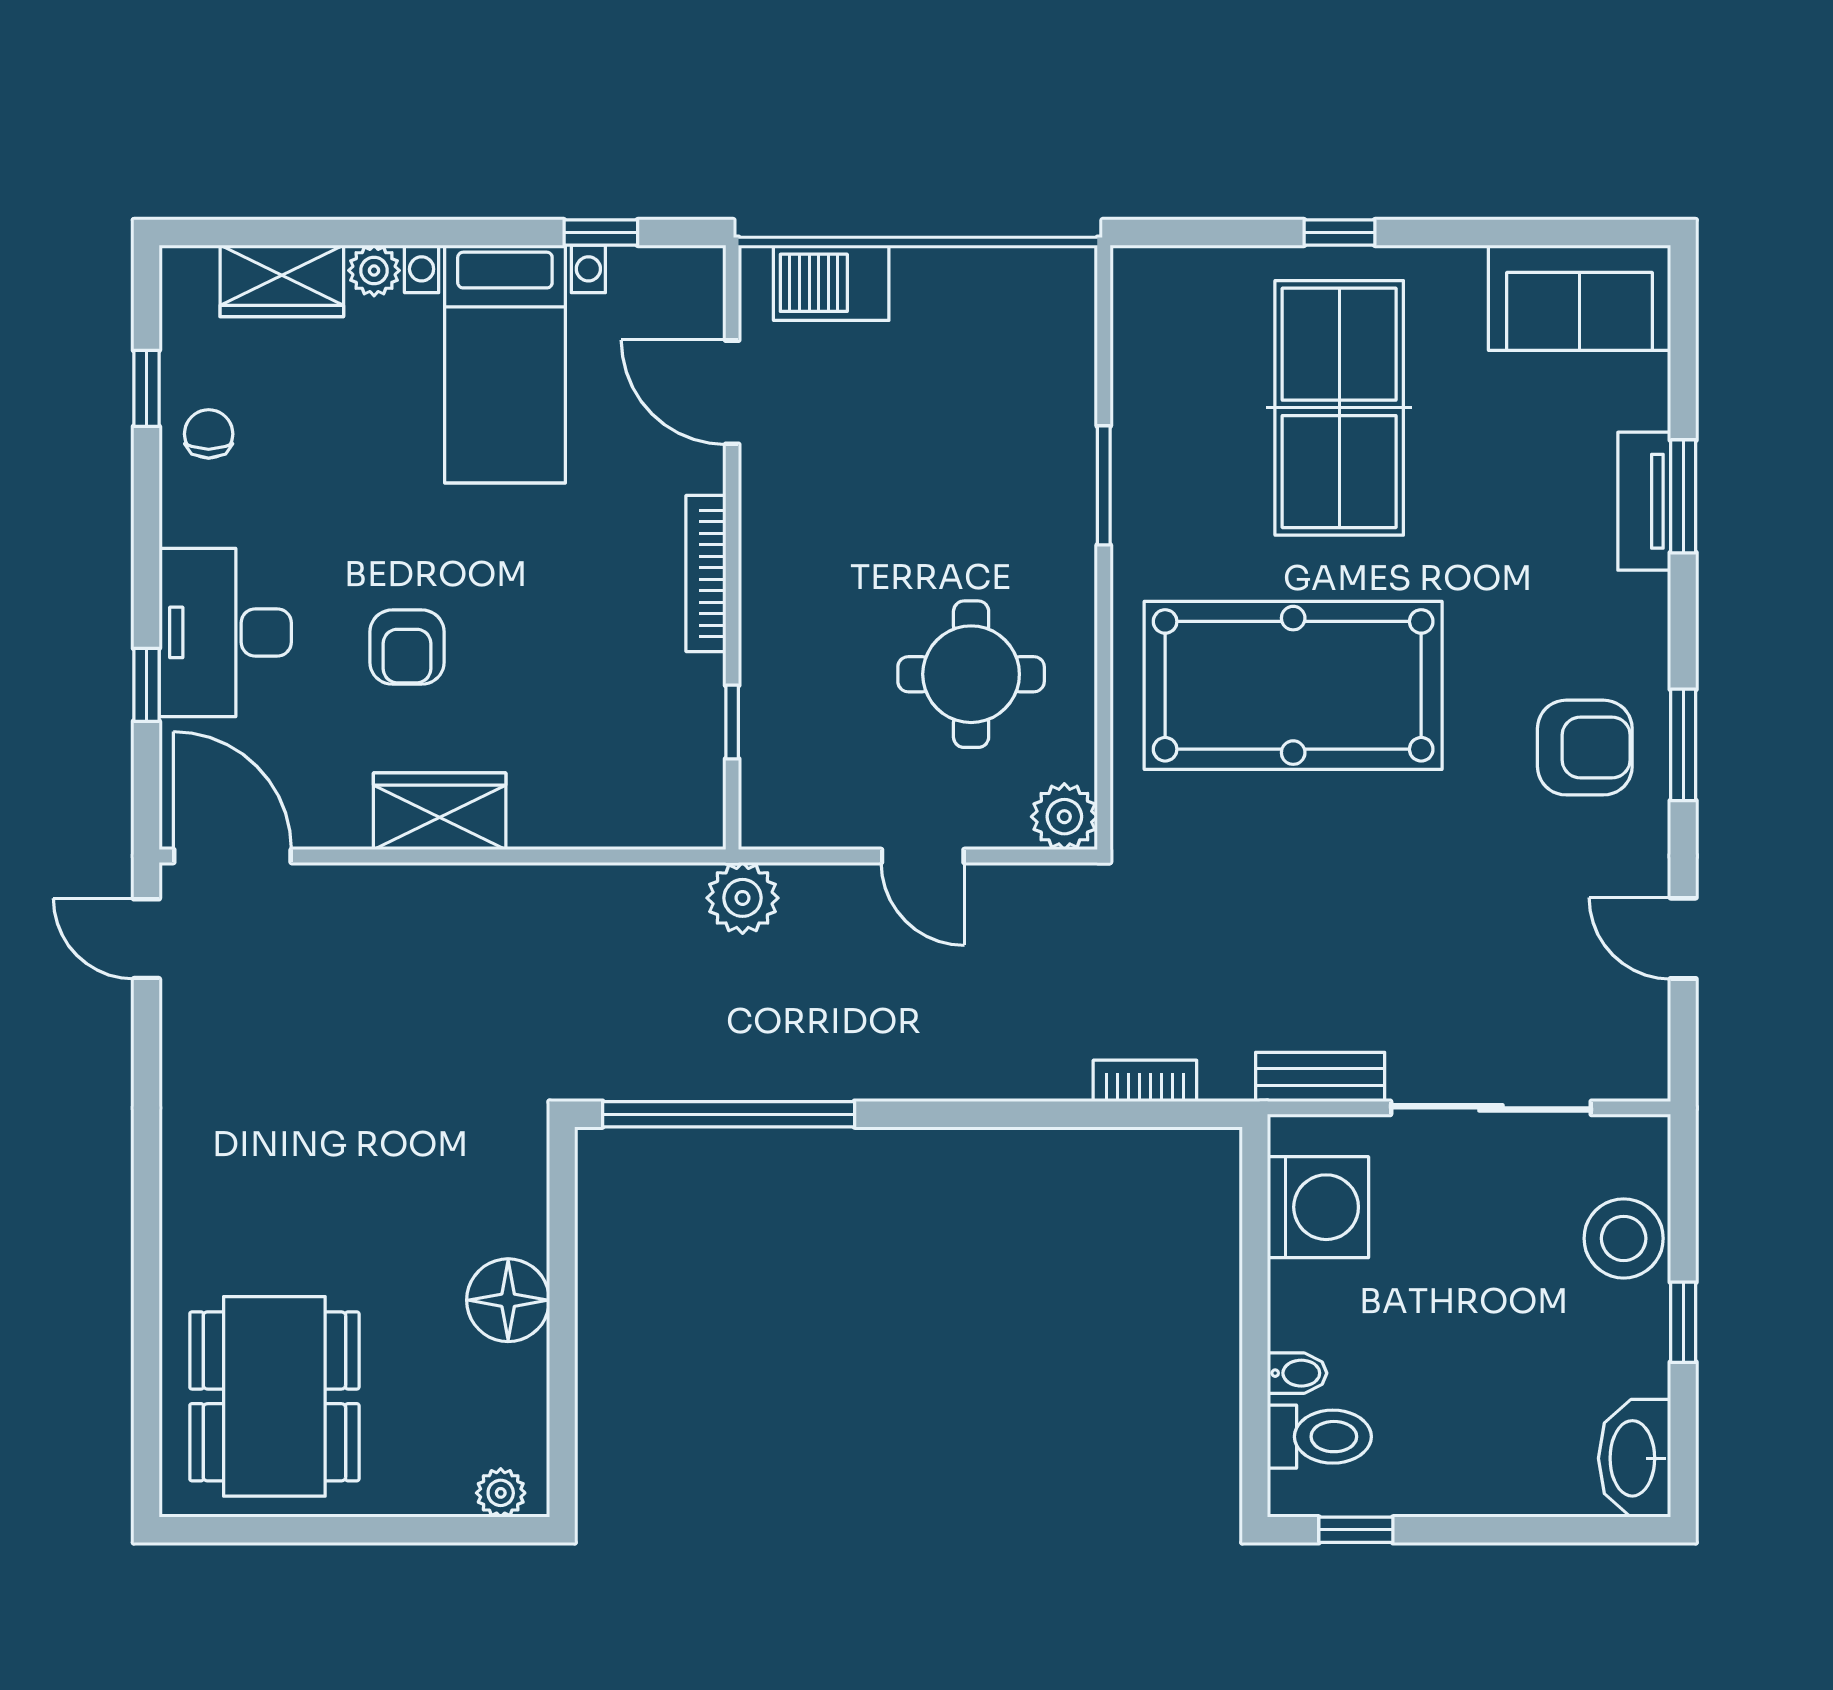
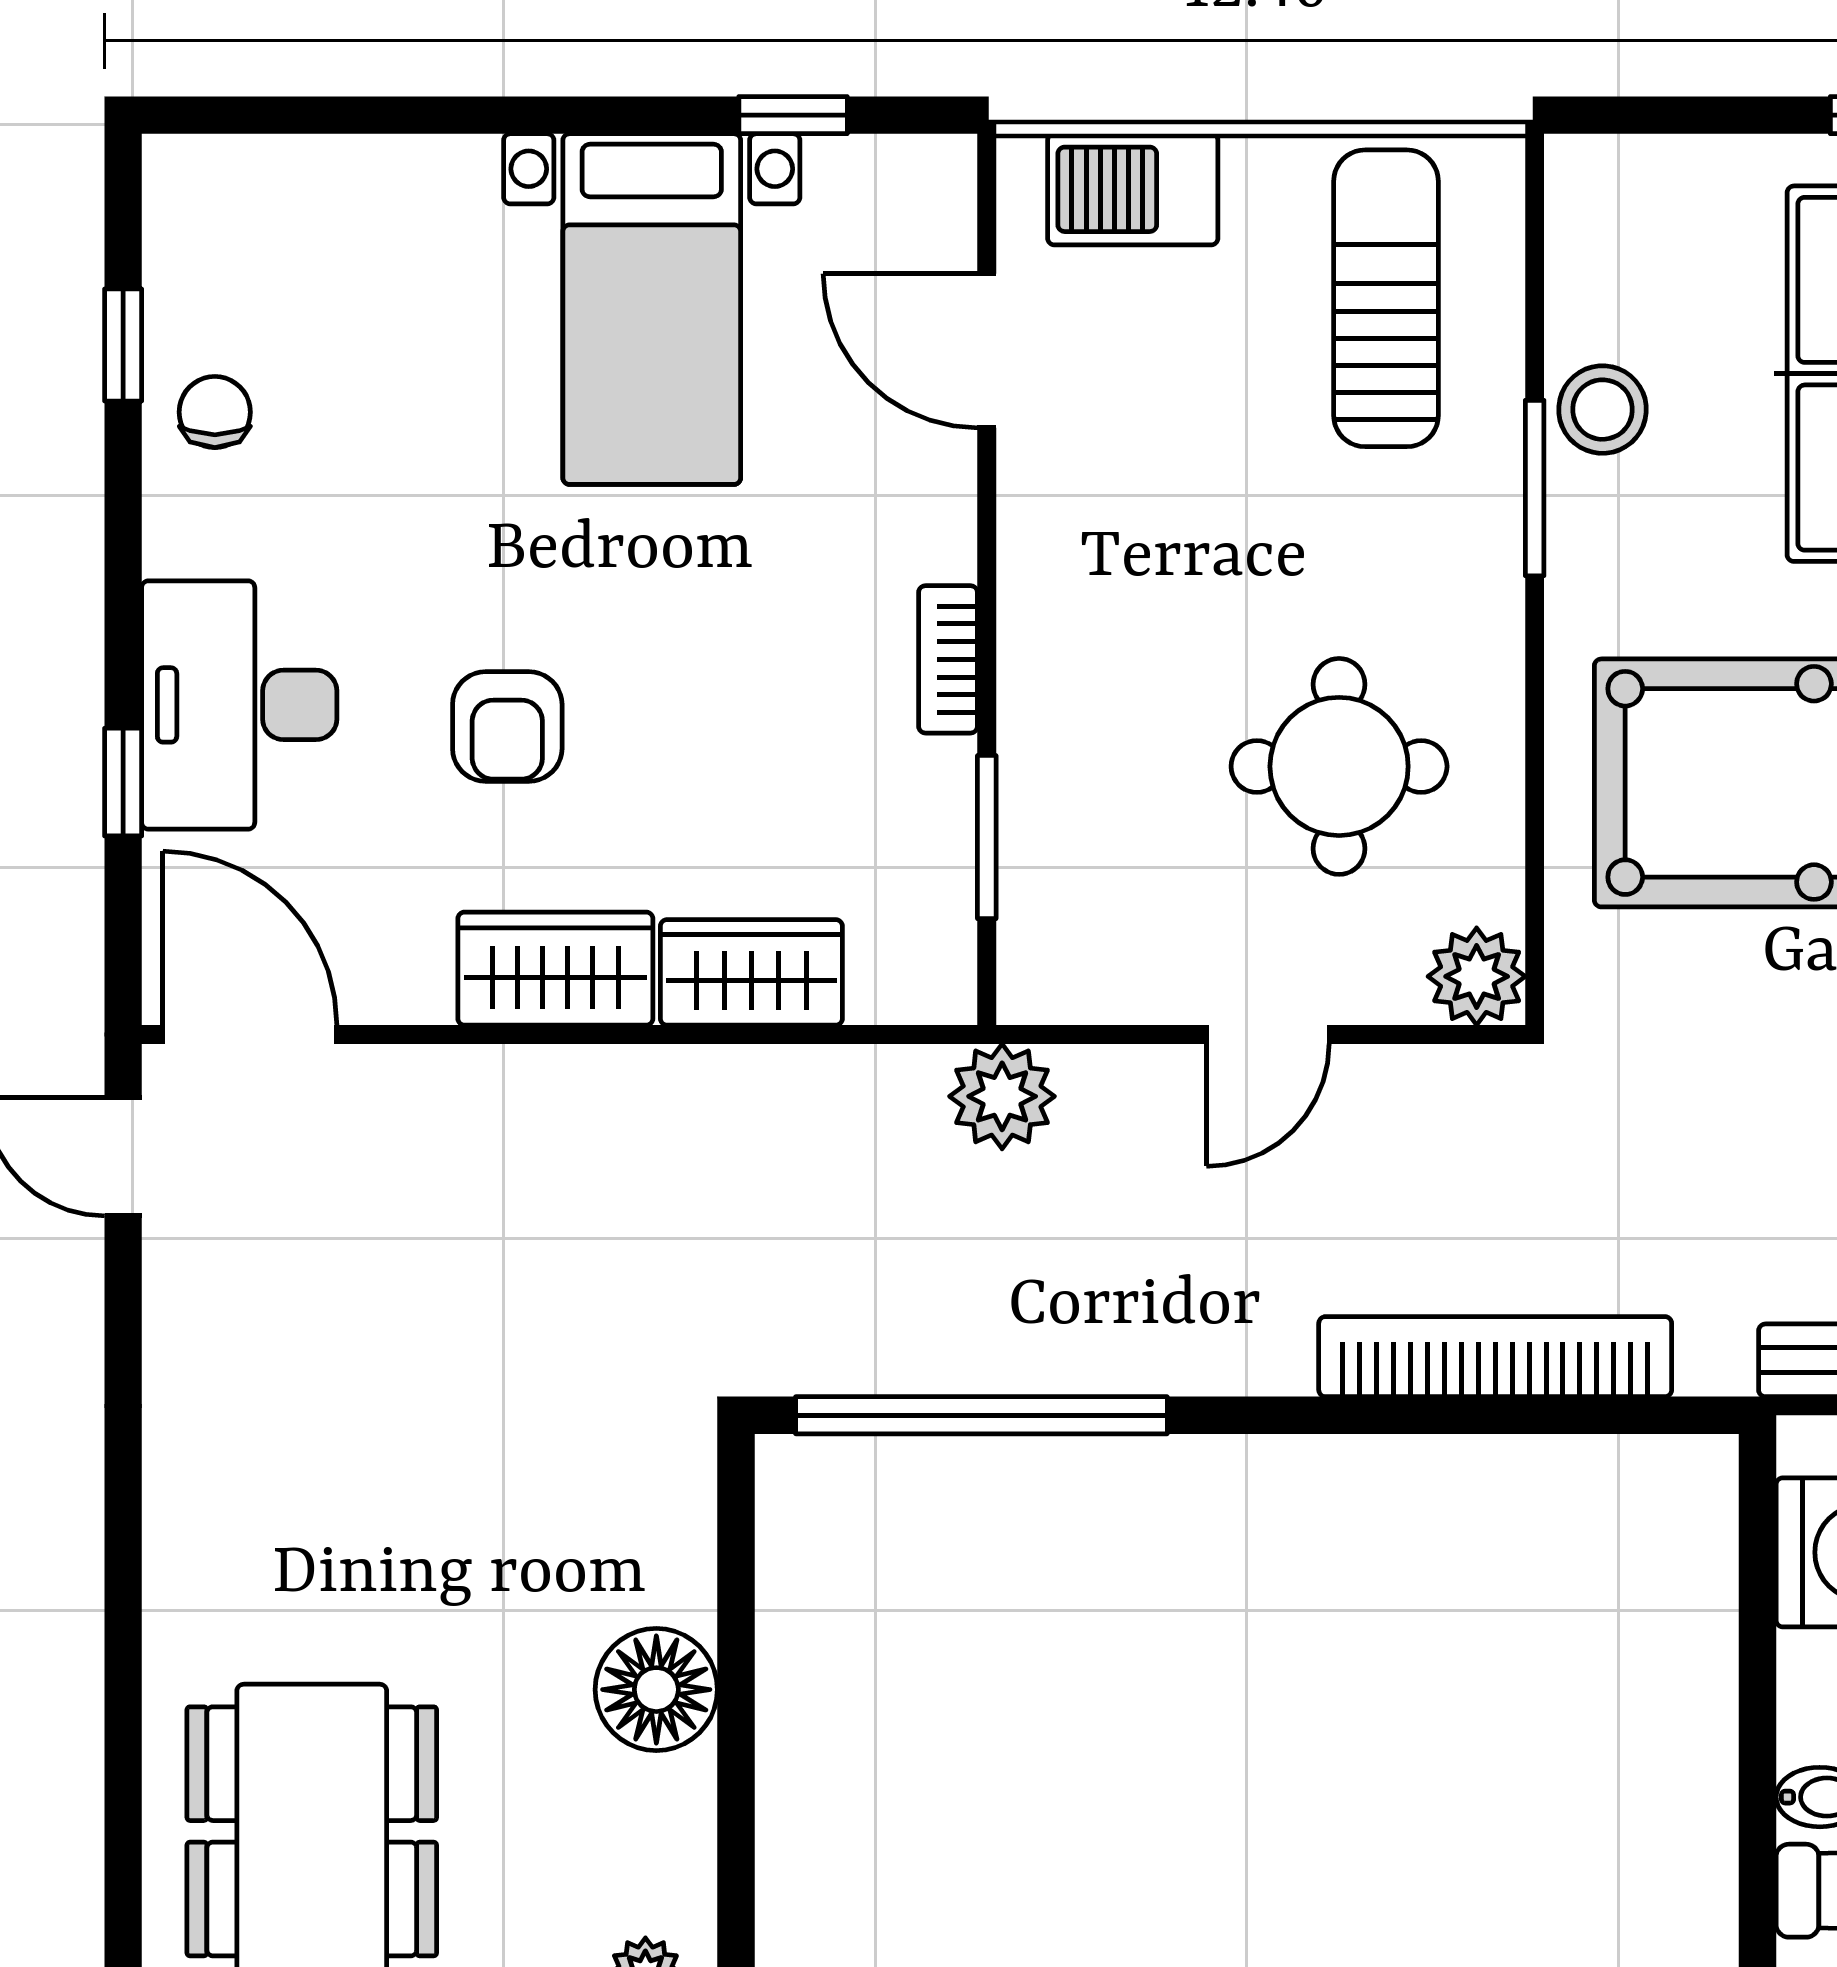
plant: (374, 270) -> (459, 171), removed
wardrobe: (282, 281) -> (751, 972), moved, turned 180
sun lounger: (1003, 357) -> (1386, 298), added
stool: (1150, 432) -> (1603, 410), added
bookcase: (706, 573) -> (948, 659), width x0.64
window: (732, 722) -> (987, 837), width x1.50
door: (923, 856) -> (1268, 1034), hinge flipped
bookcase: (1145, 1081) -> (1495, 1357), width x2.31, depth x1.31

